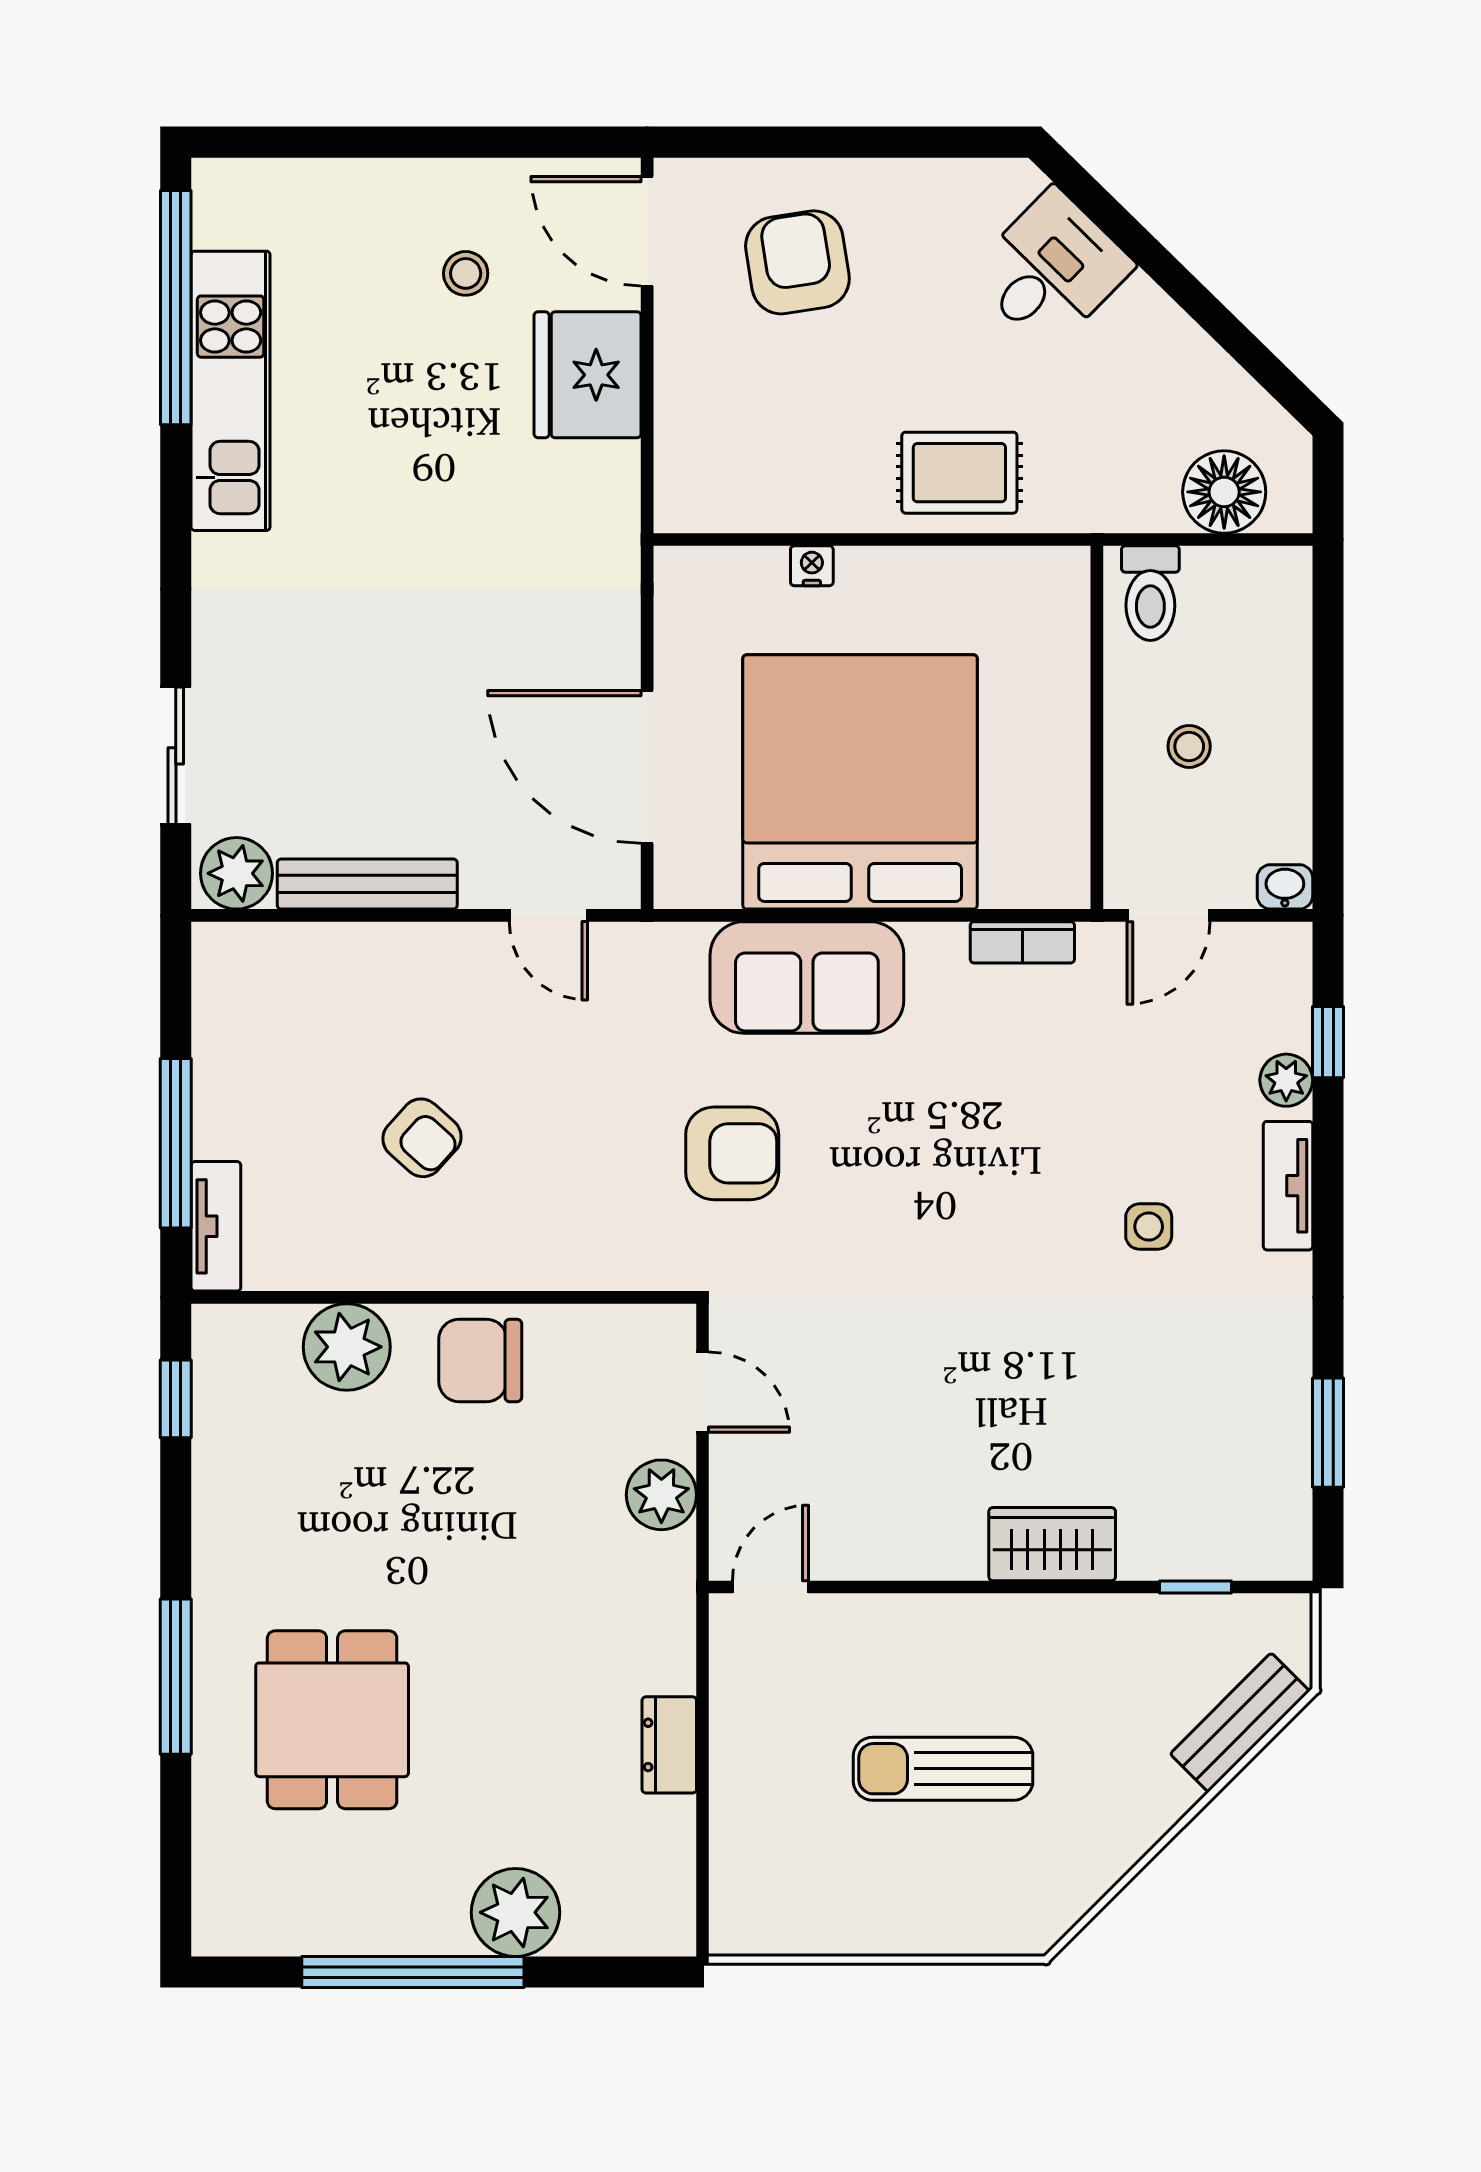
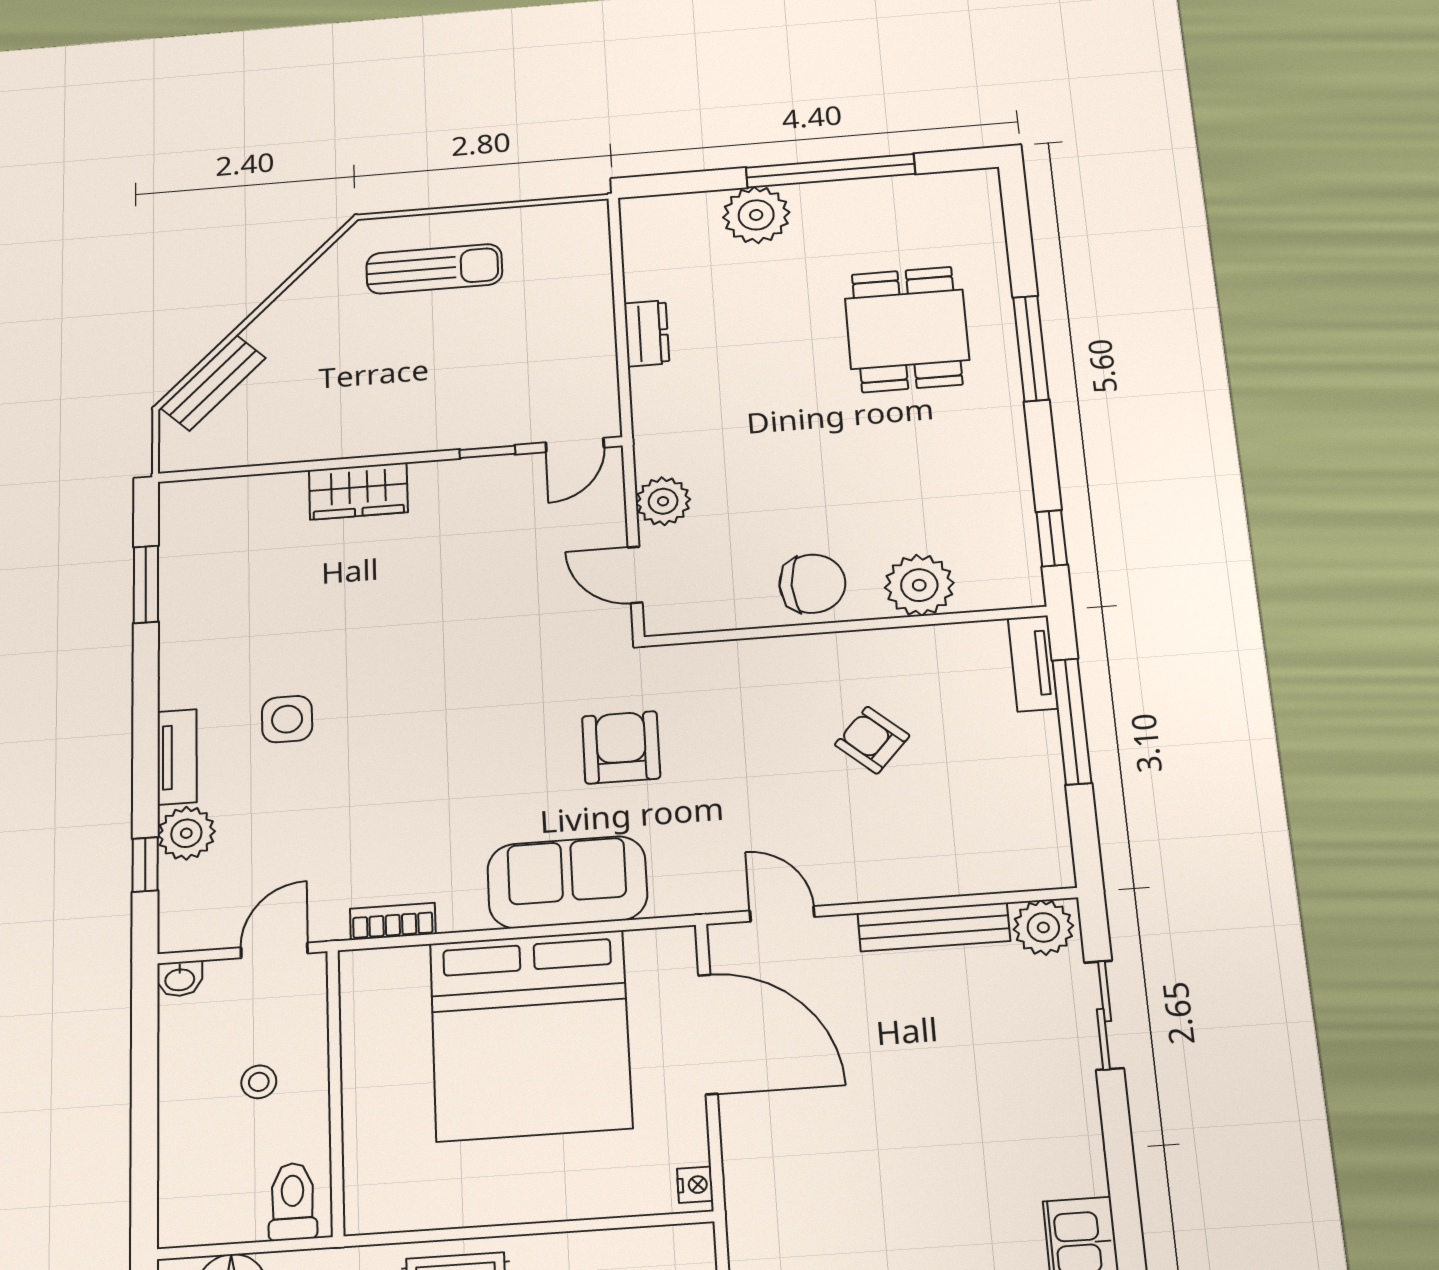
nightstand: (812, 566) -> (695, 1185), moved, turned -90
plant: (1286, 1080) -> (186, 833), width x1.38, depth x1.38
armchair: (732, 1153) -> (621, 747), turned 90
side table: (1149, 1227) -> (287, 719), width x1.37, depth x1.37
window: (1196, 1587) -> (487, 452), moved
sun lounger: (943, 1769) -> (434, 269), moved

